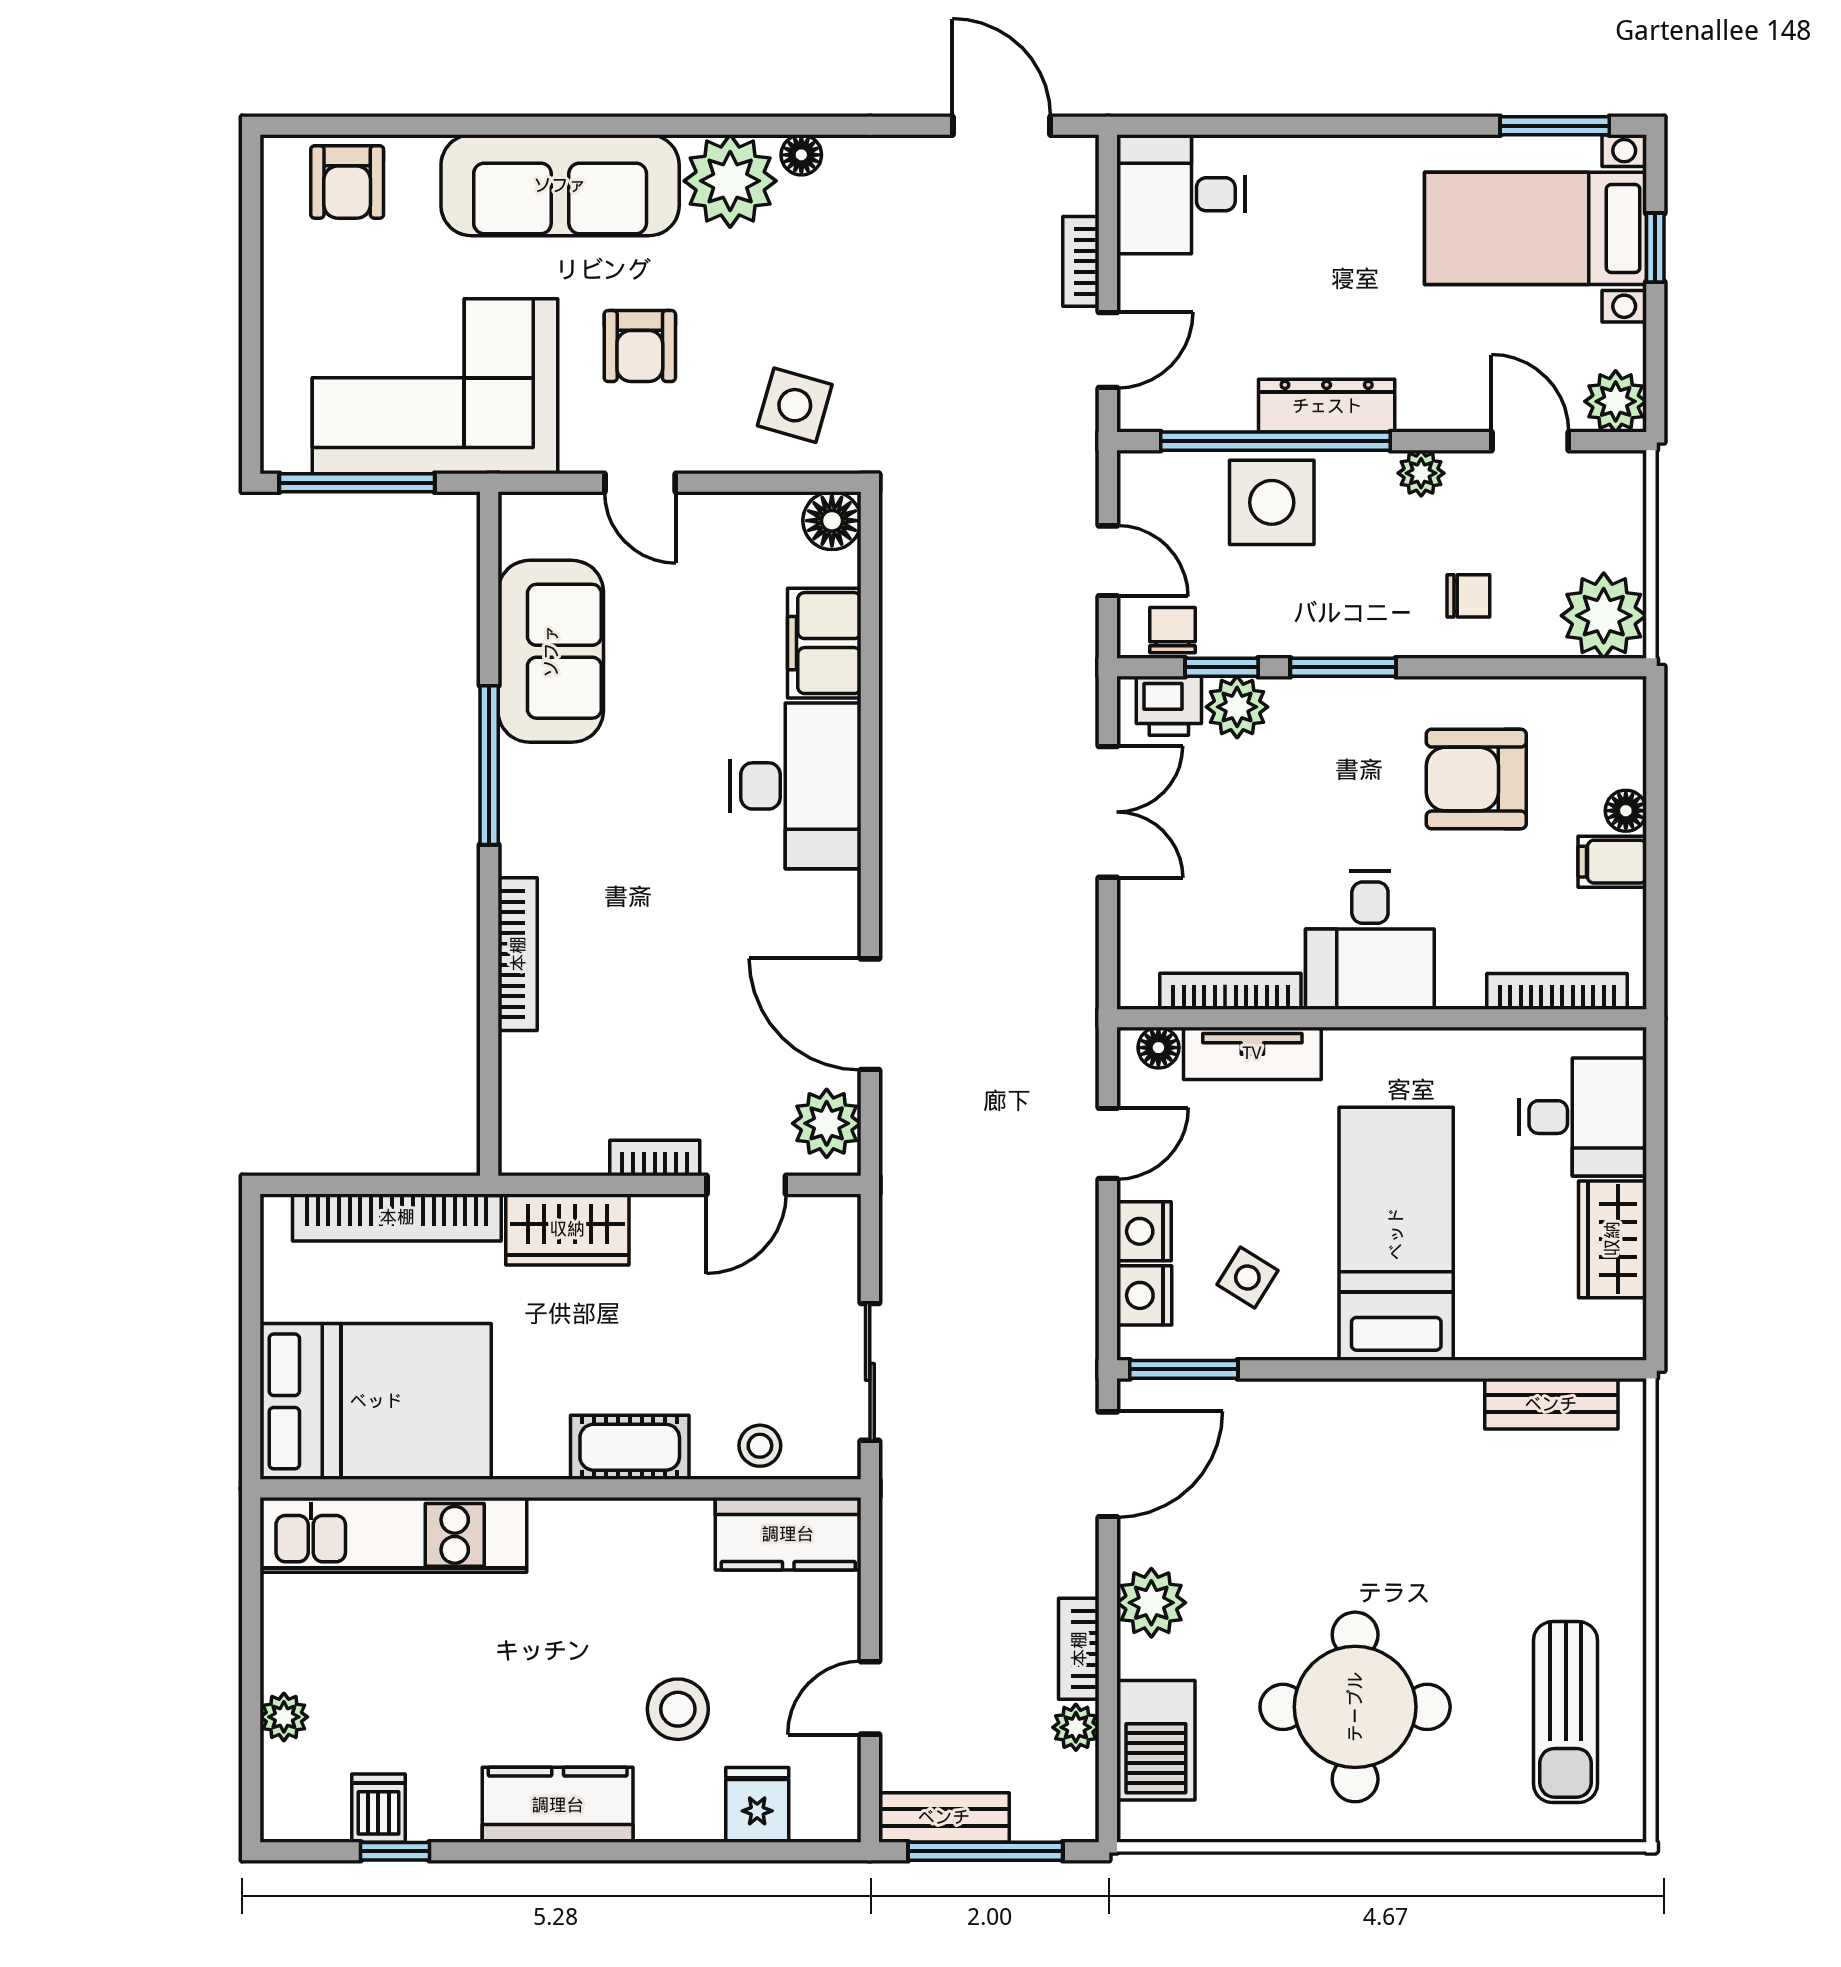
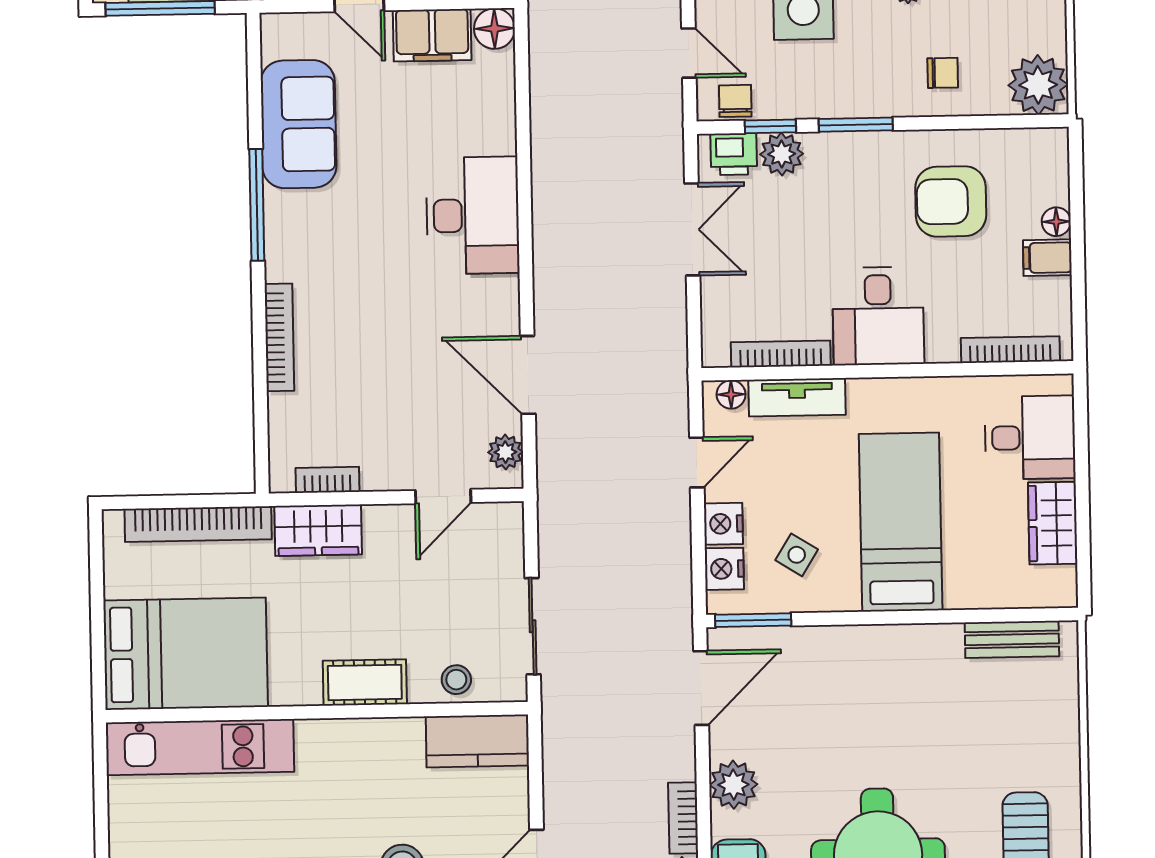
filing cabinet: (824, 643) -> (432, 35), moved, turned -90
plant: (827, 1123) -> (505, 452), width x0.73, depth x0.73
bookcase: (655, 1158) -> (328, 480), moved

